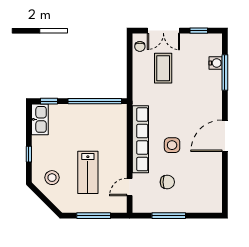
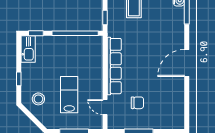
window: (130, 83) -> (105, 18), added
side table: (172, 145) -> (142, 71), removed
lab bench: (88, 172) -> (69, 95), turned 180
door: (130, 187) -> (105, 107), hinge flipped

